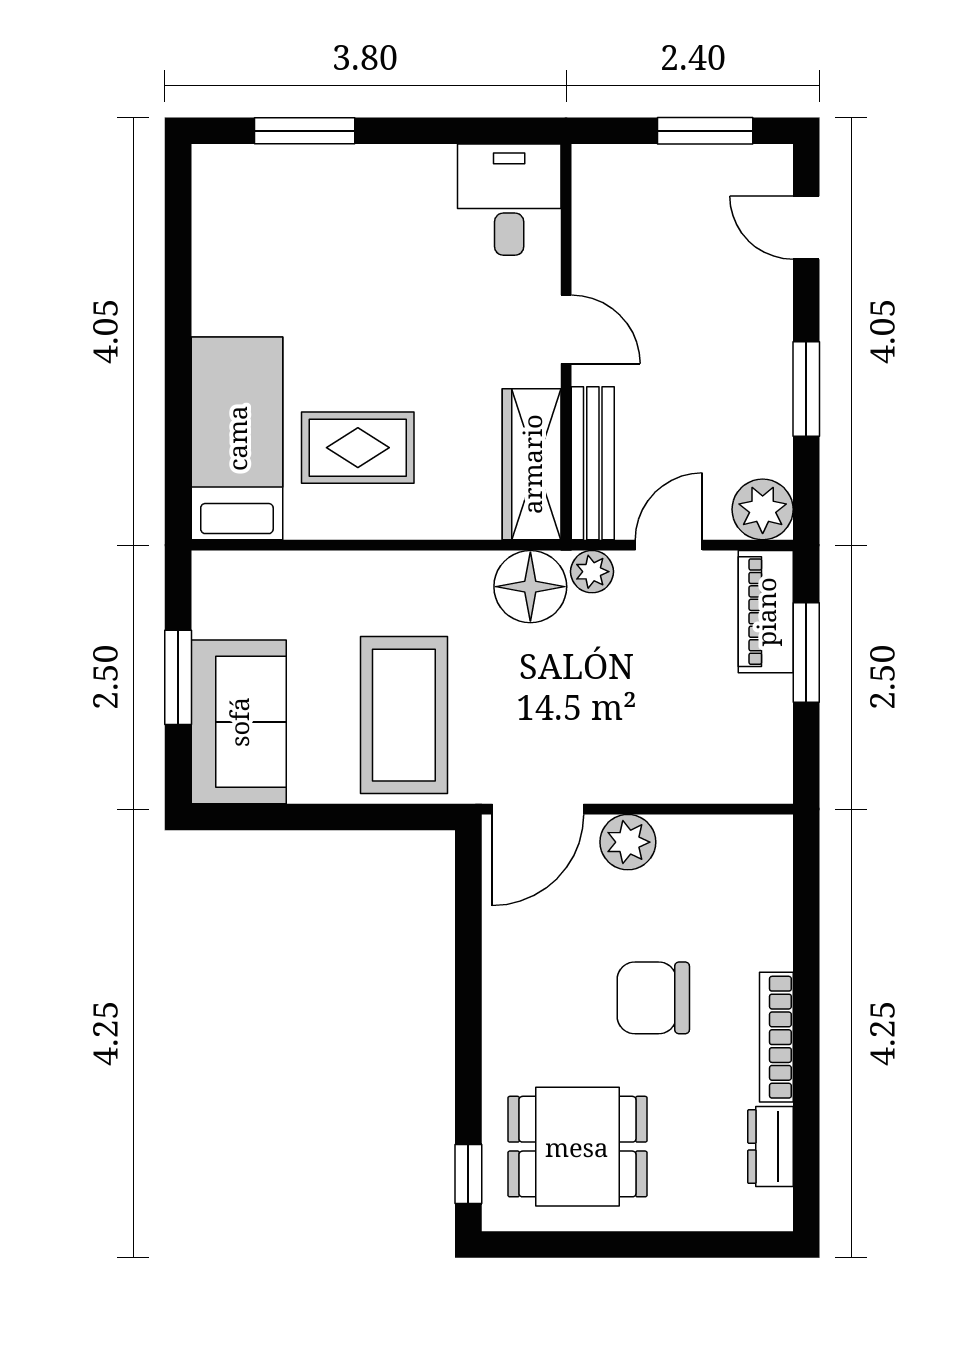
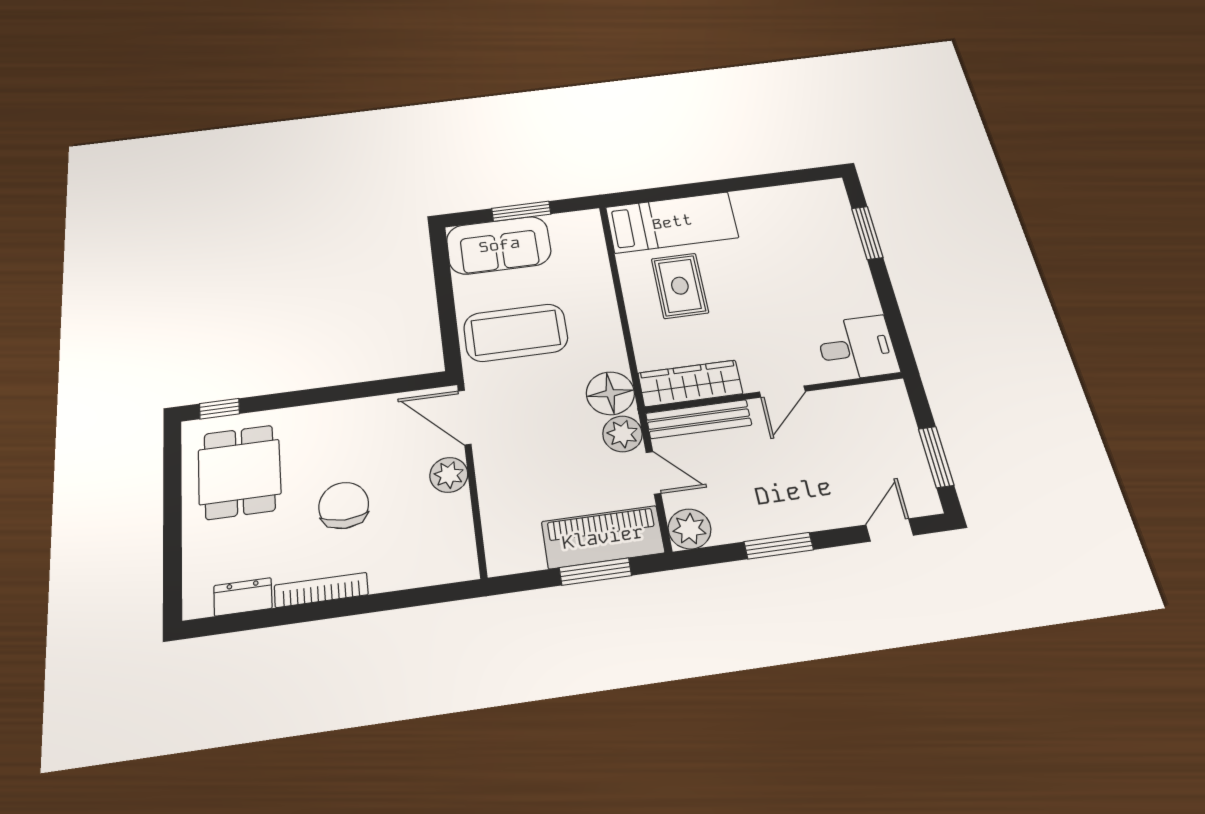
plant: (592, 572) -> (622, 434), width x1.38, depth x1.38
piano: (766, 612) -> (603, 537), width x1.37, depth x1.33

